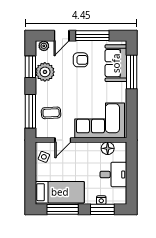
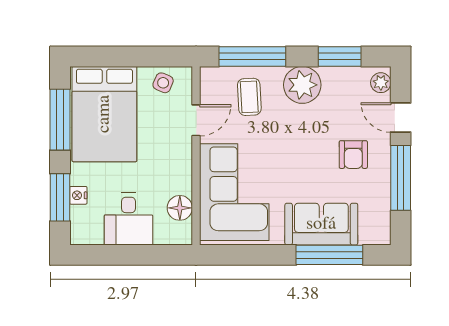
sofa: (116, 63) -> (321, 224), moved
plant: (45, 72) -> (302, 85), moved
door: (63, 140) -> (196, 120), swing flipped
bed: (60, 192) -> (104, 114), width x1.50

